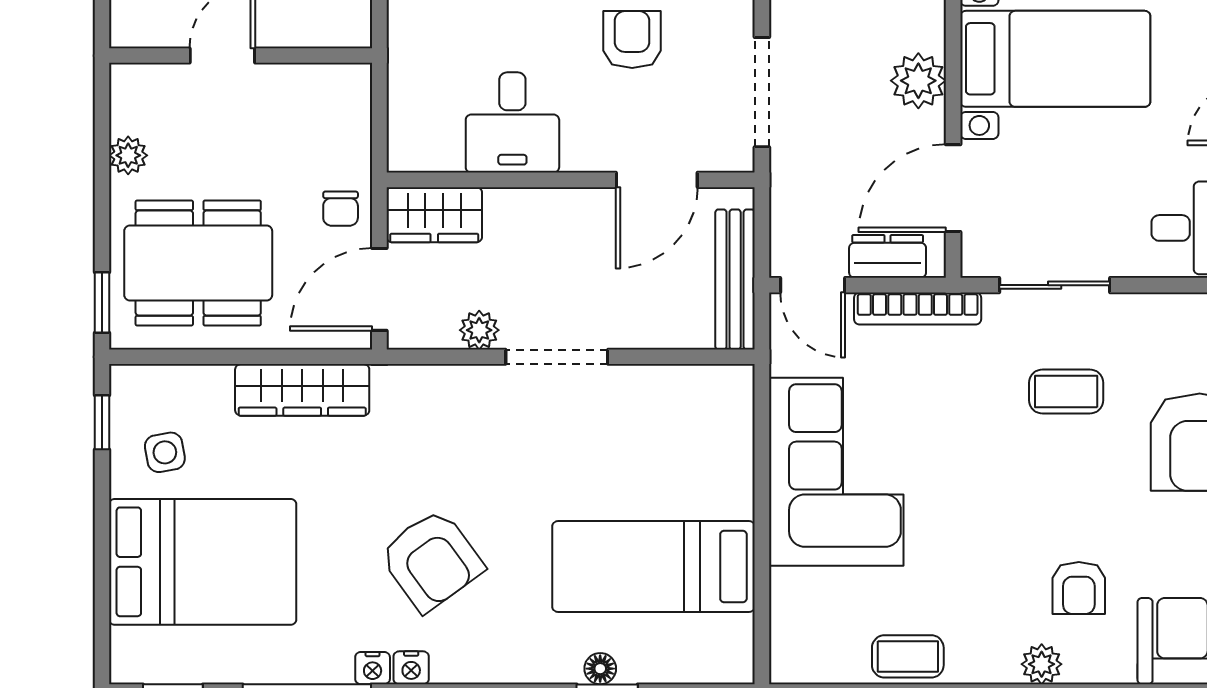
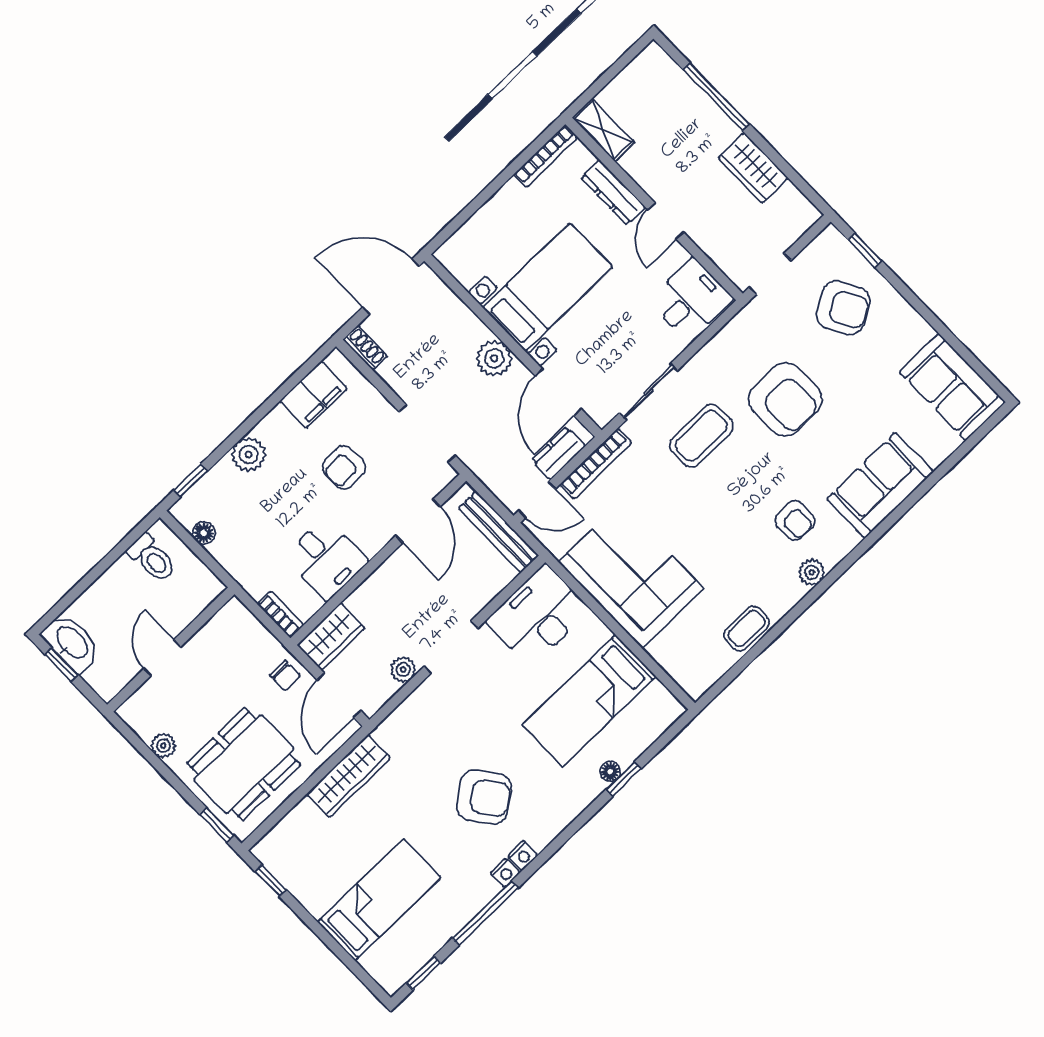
armchair: (632, 40) -> (344, 467), turned -92
bookcase: (401, 135) -> (280, 615), added
coffee table: (1066, 392) -> (701, 436), width x1.36, depth x1.30
desk: (689, 416) -> (538, 616), added
side table: (165, 452) -> (313, 866), removed
bed: (203, 562) -> (379, 900), width x0.67

